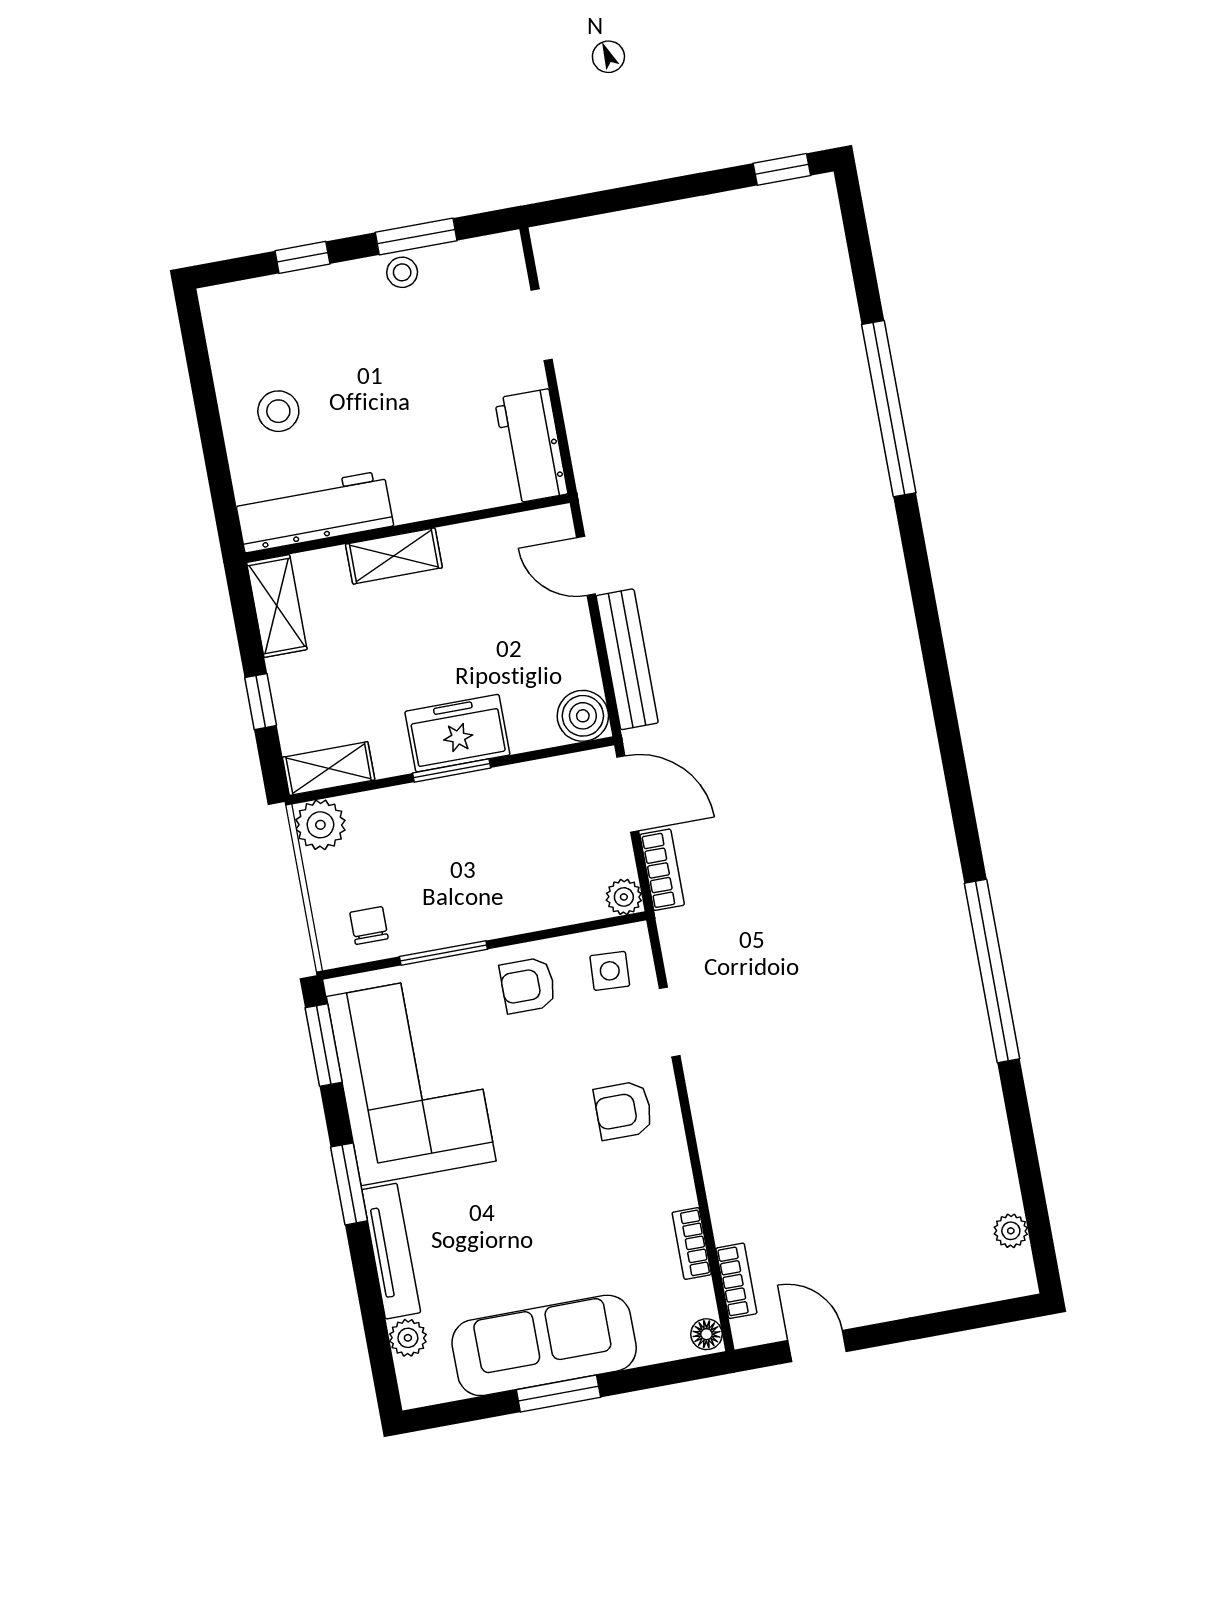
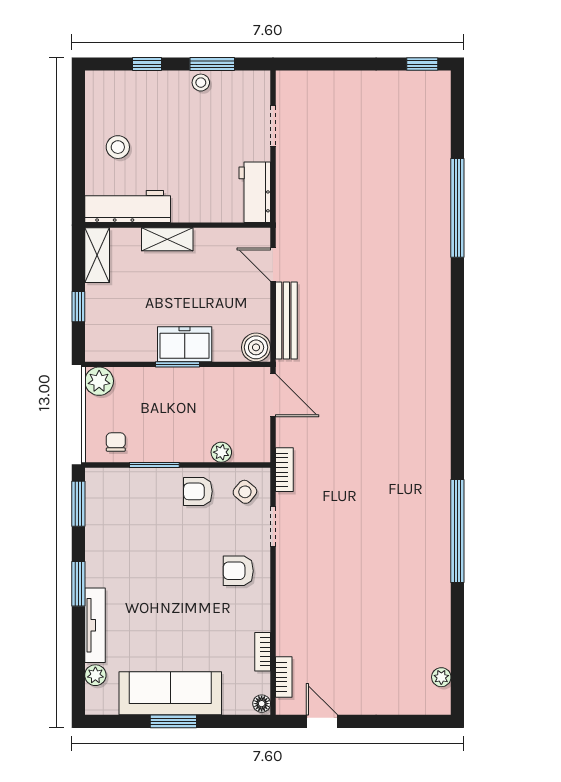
shelving: (329, 769) -> (109, 351), removed
bookcase: (662, 870) -> (284, 470), moved
plant: (624, 897) -> (221, 452), moved
side table: (610, 971) -> (245, 492), turned 37
corner sofa: (411, 1079) -> (124, 532), removed

